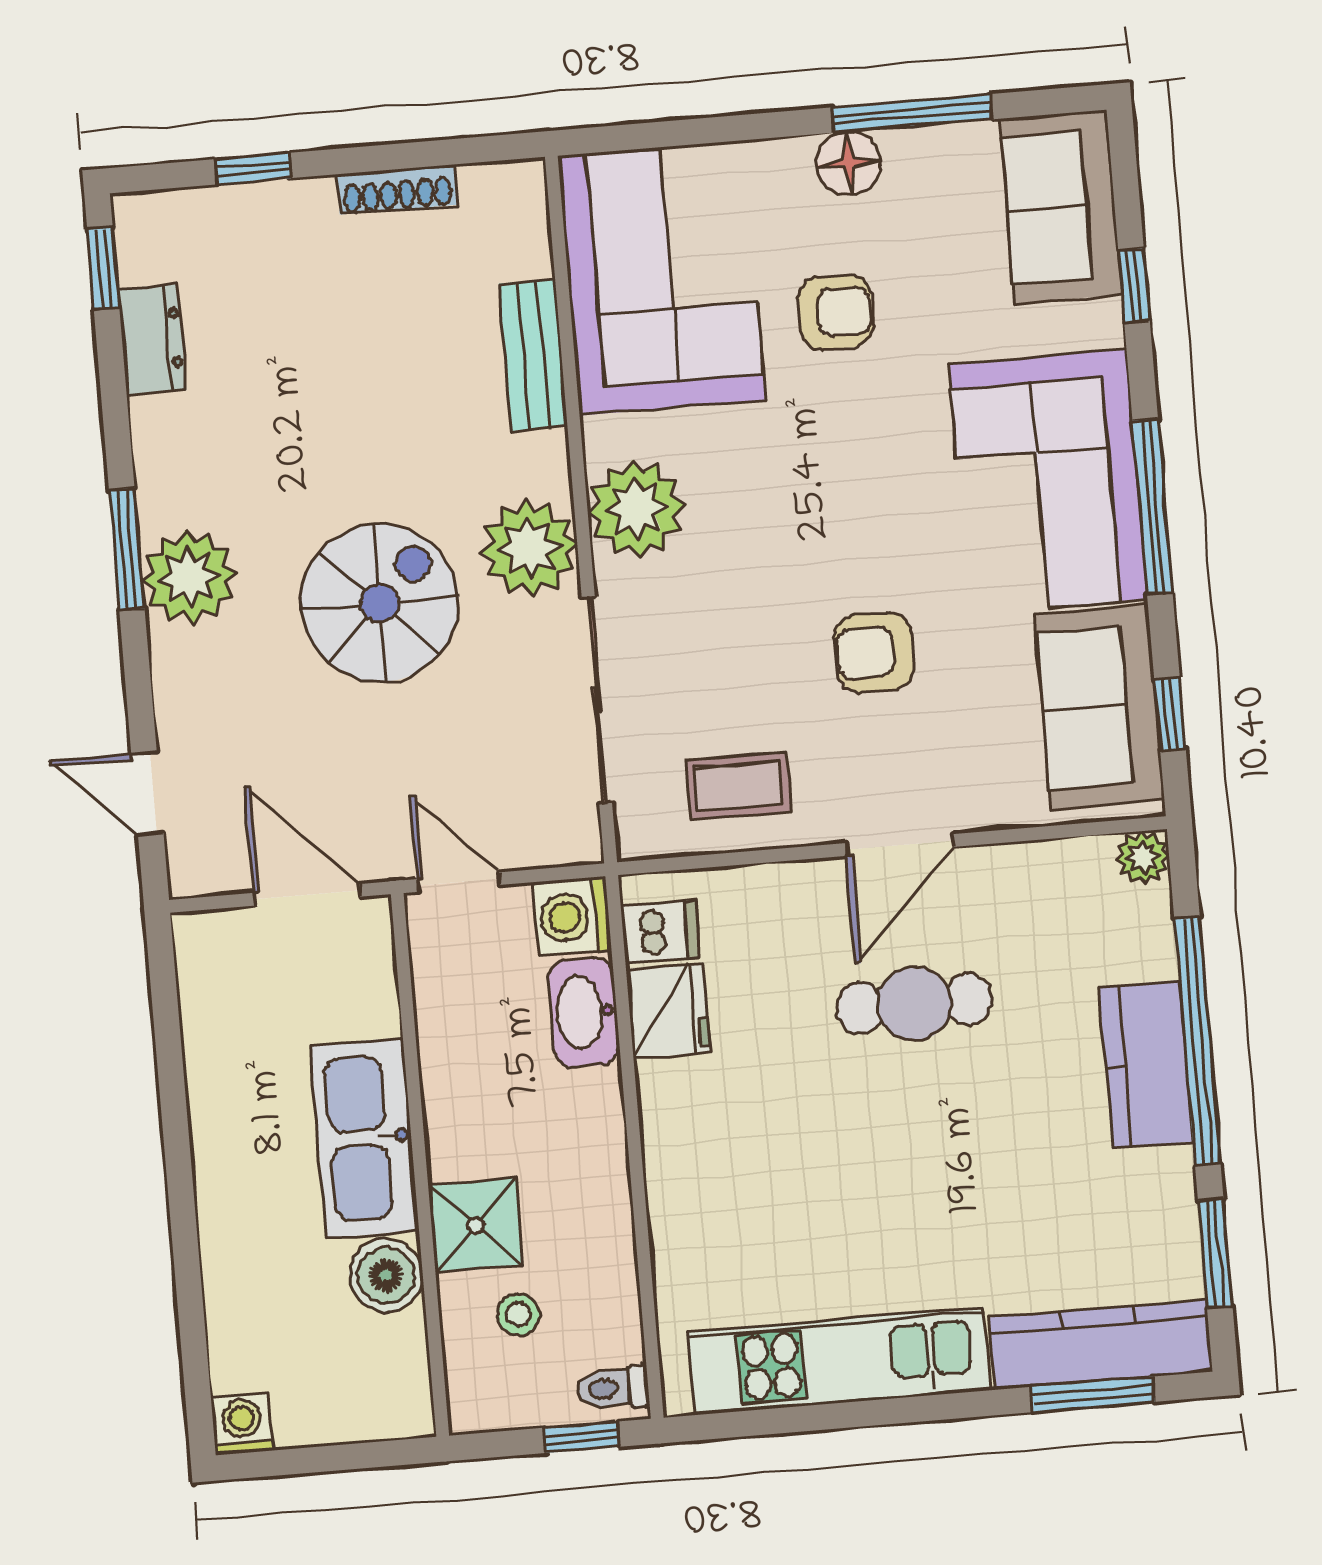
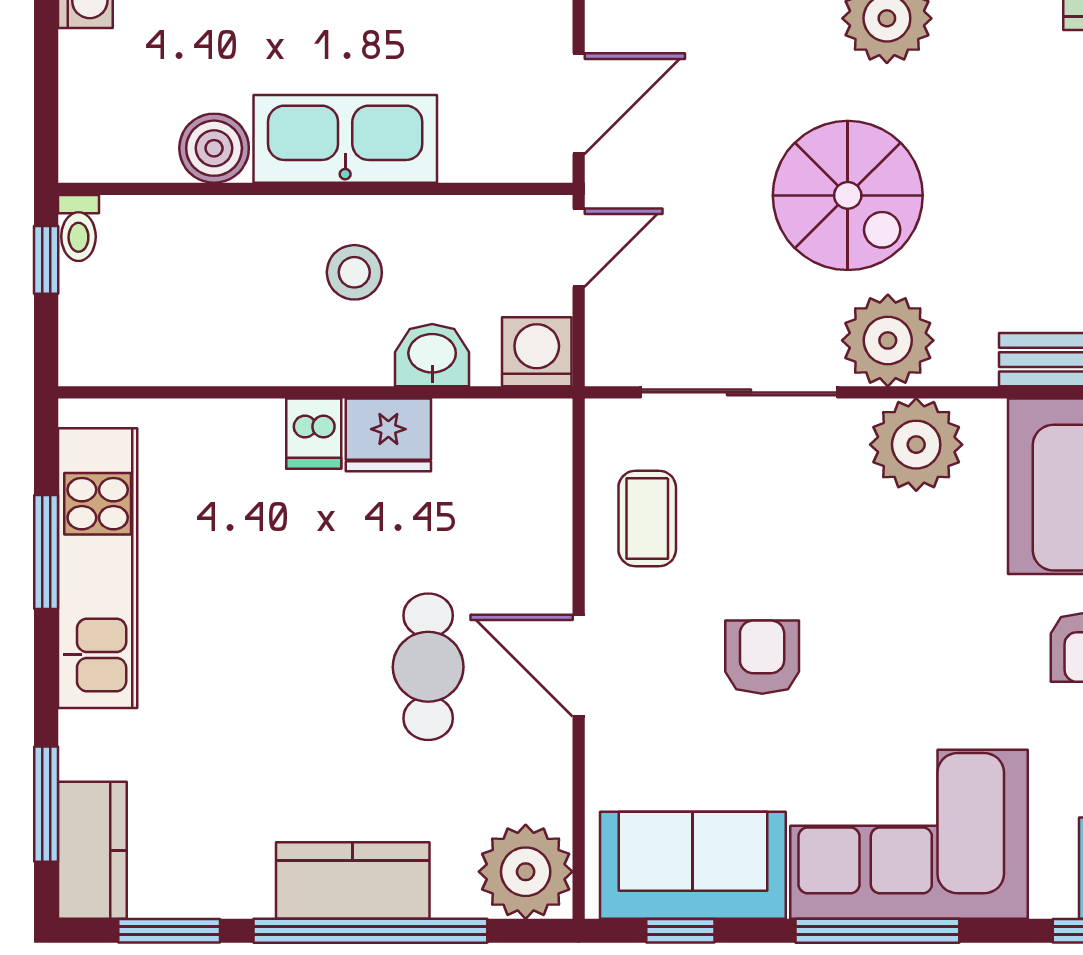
plant: (1143, 858) -> (526, 872), width x1.87, depth x1.87
dishwasher: (660, 932) -> (314, 434), moved
fridge: (668, 1011) -> (388, 435), moved
washbasin: (584, 1012) -> (432, 355), width x0.72
shower: (476, 1225) -> (254, 237), removed
stool: (518, 1314) -> (354, 272), moved, width x1.37, depth x1.37
kitchen counter: (1101, 1344) -> (92, 850), width x0.67
toilet: (613, 1388) -> (78, 228), moved, turned 180
window: (827, 1417) -> (46, 552), added
window: (581, 1437) -> (46, 260), moved

